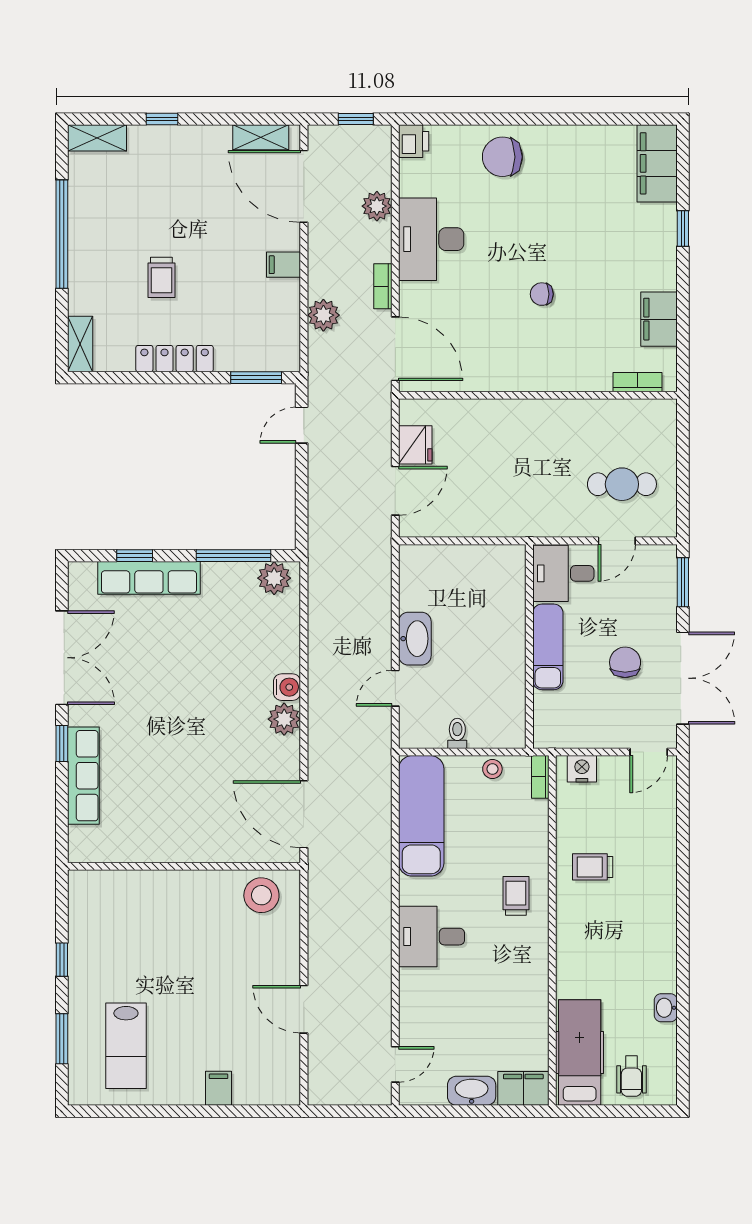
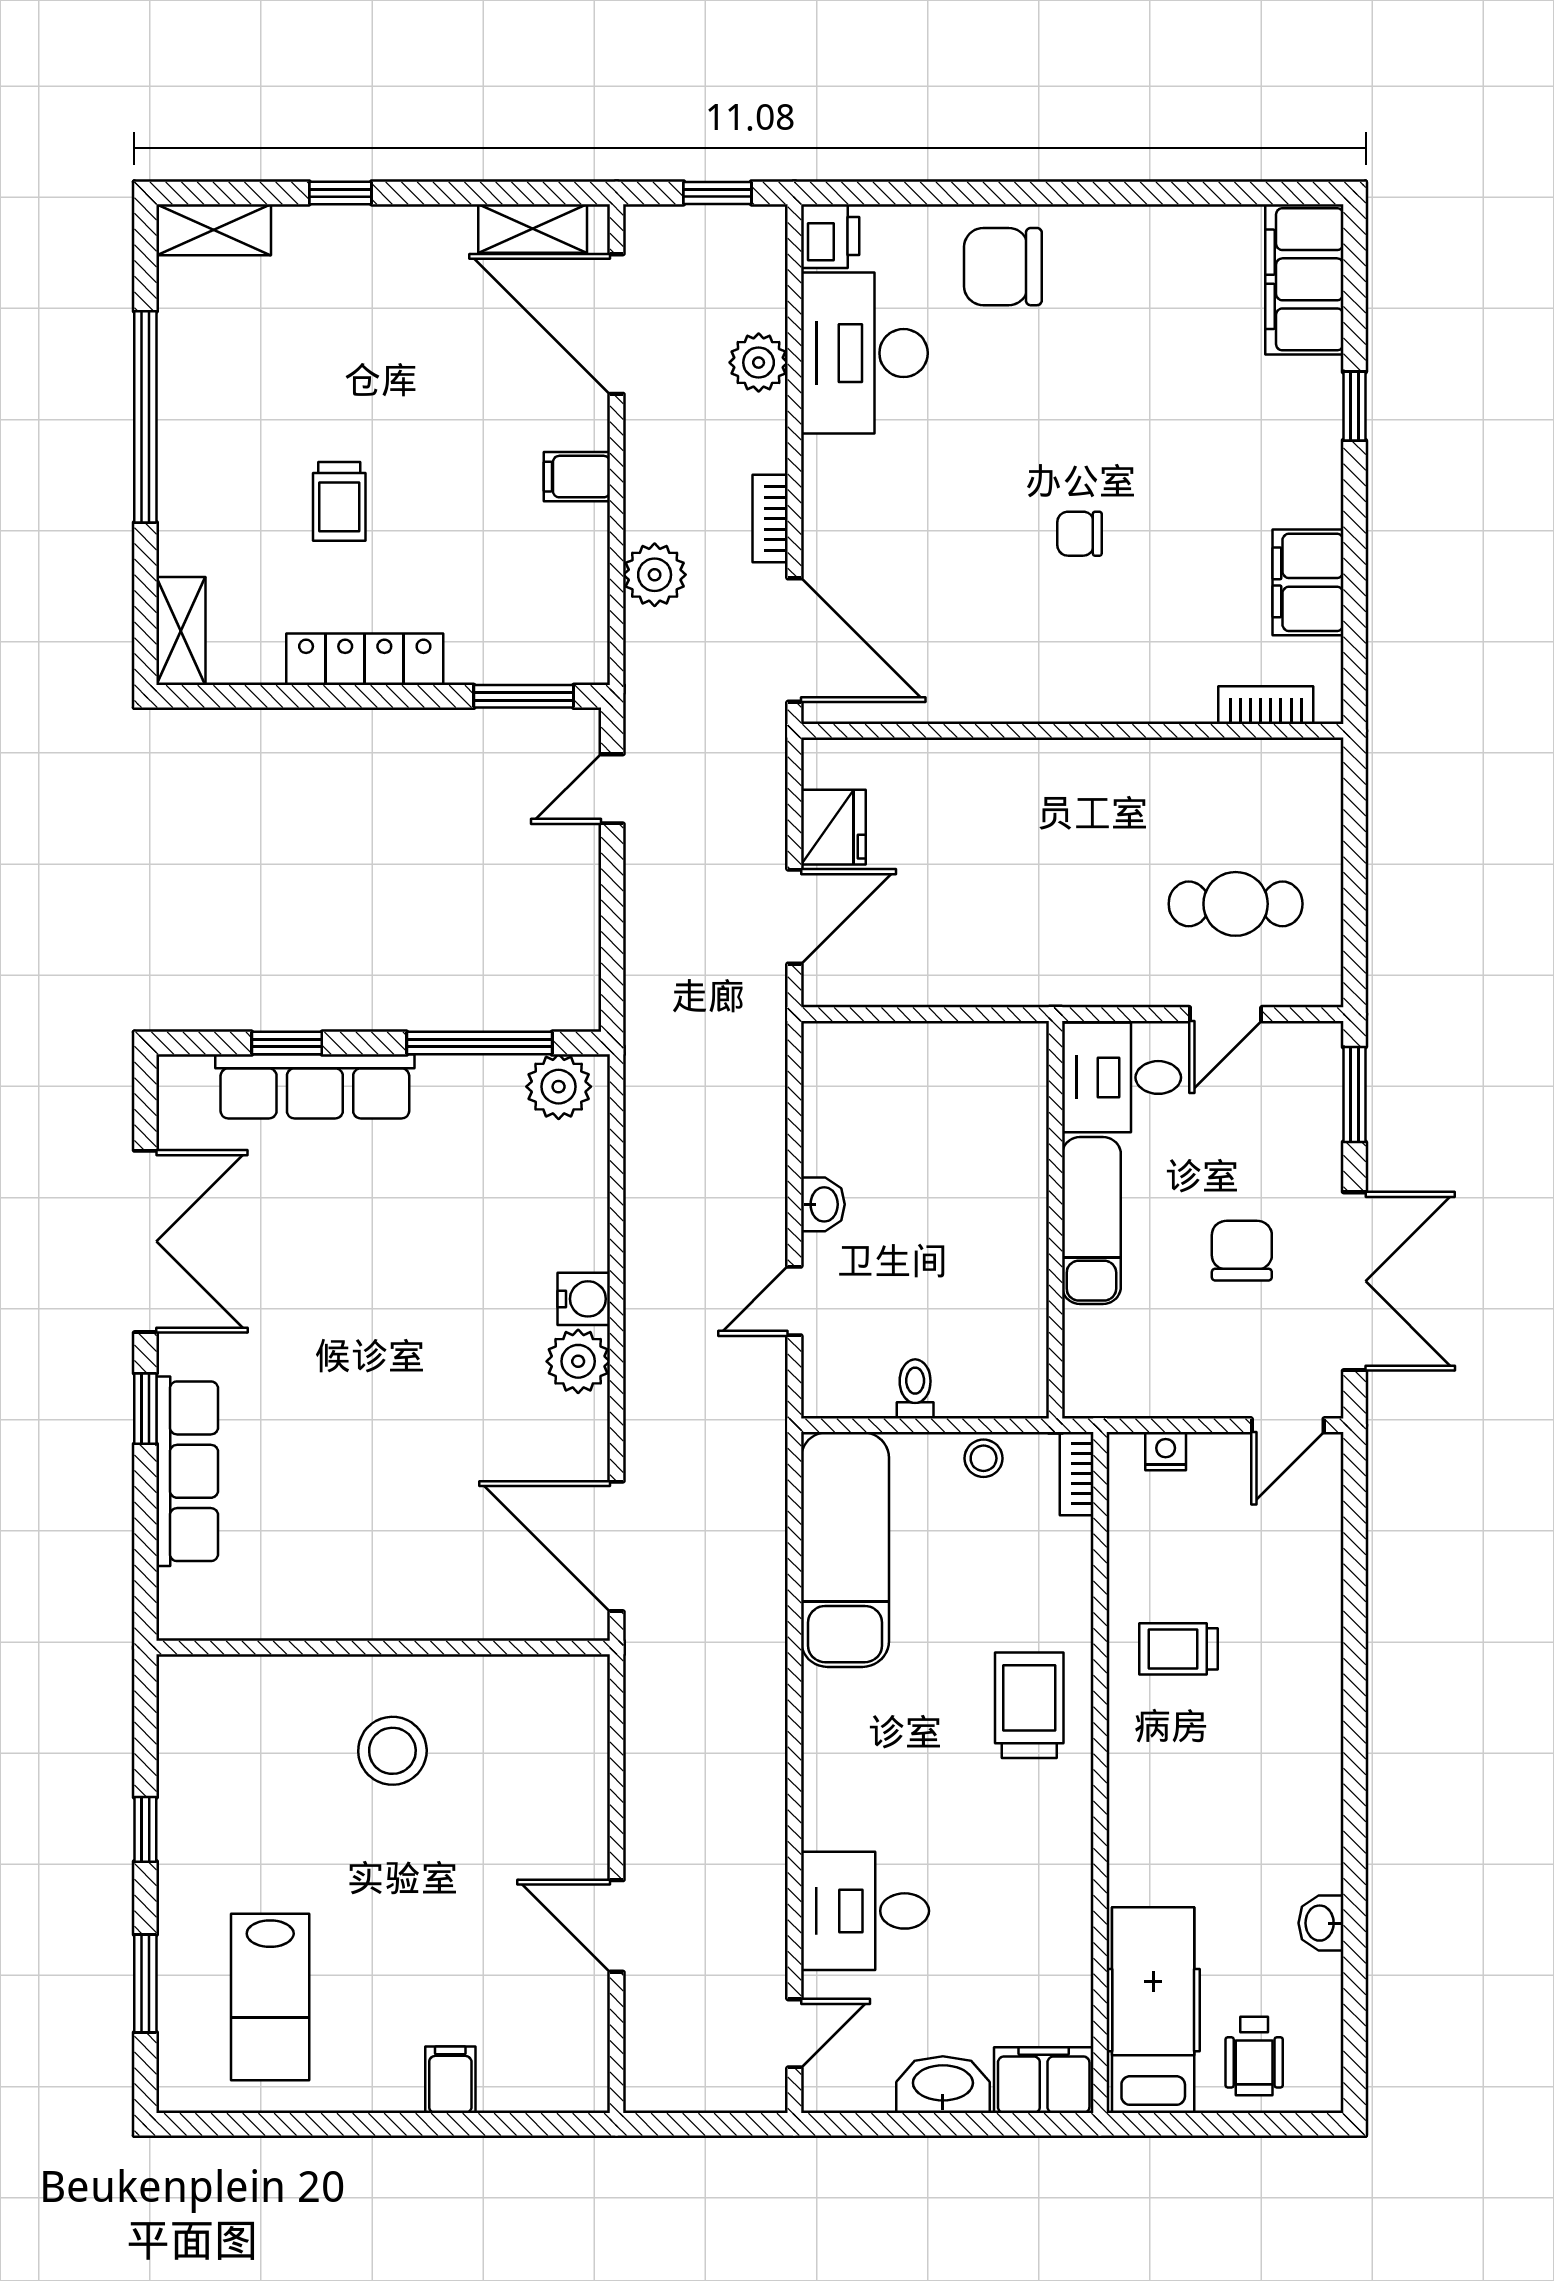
desk: (431, 239) -> (864, 353), moved
washbasin: (415, 639) -> (823, 1204), width x0.52, depth x0.69
nightstand: (582, 769) -> (1166, 1451), width x0.72, depth x0.74
stool: (261, 895) -> (392, 1751), moved
trolley: (516, 896) -> (1029, 1705), width x1.36, depth x1.39
desk: (432, 937) -> (865, 1911), moved

